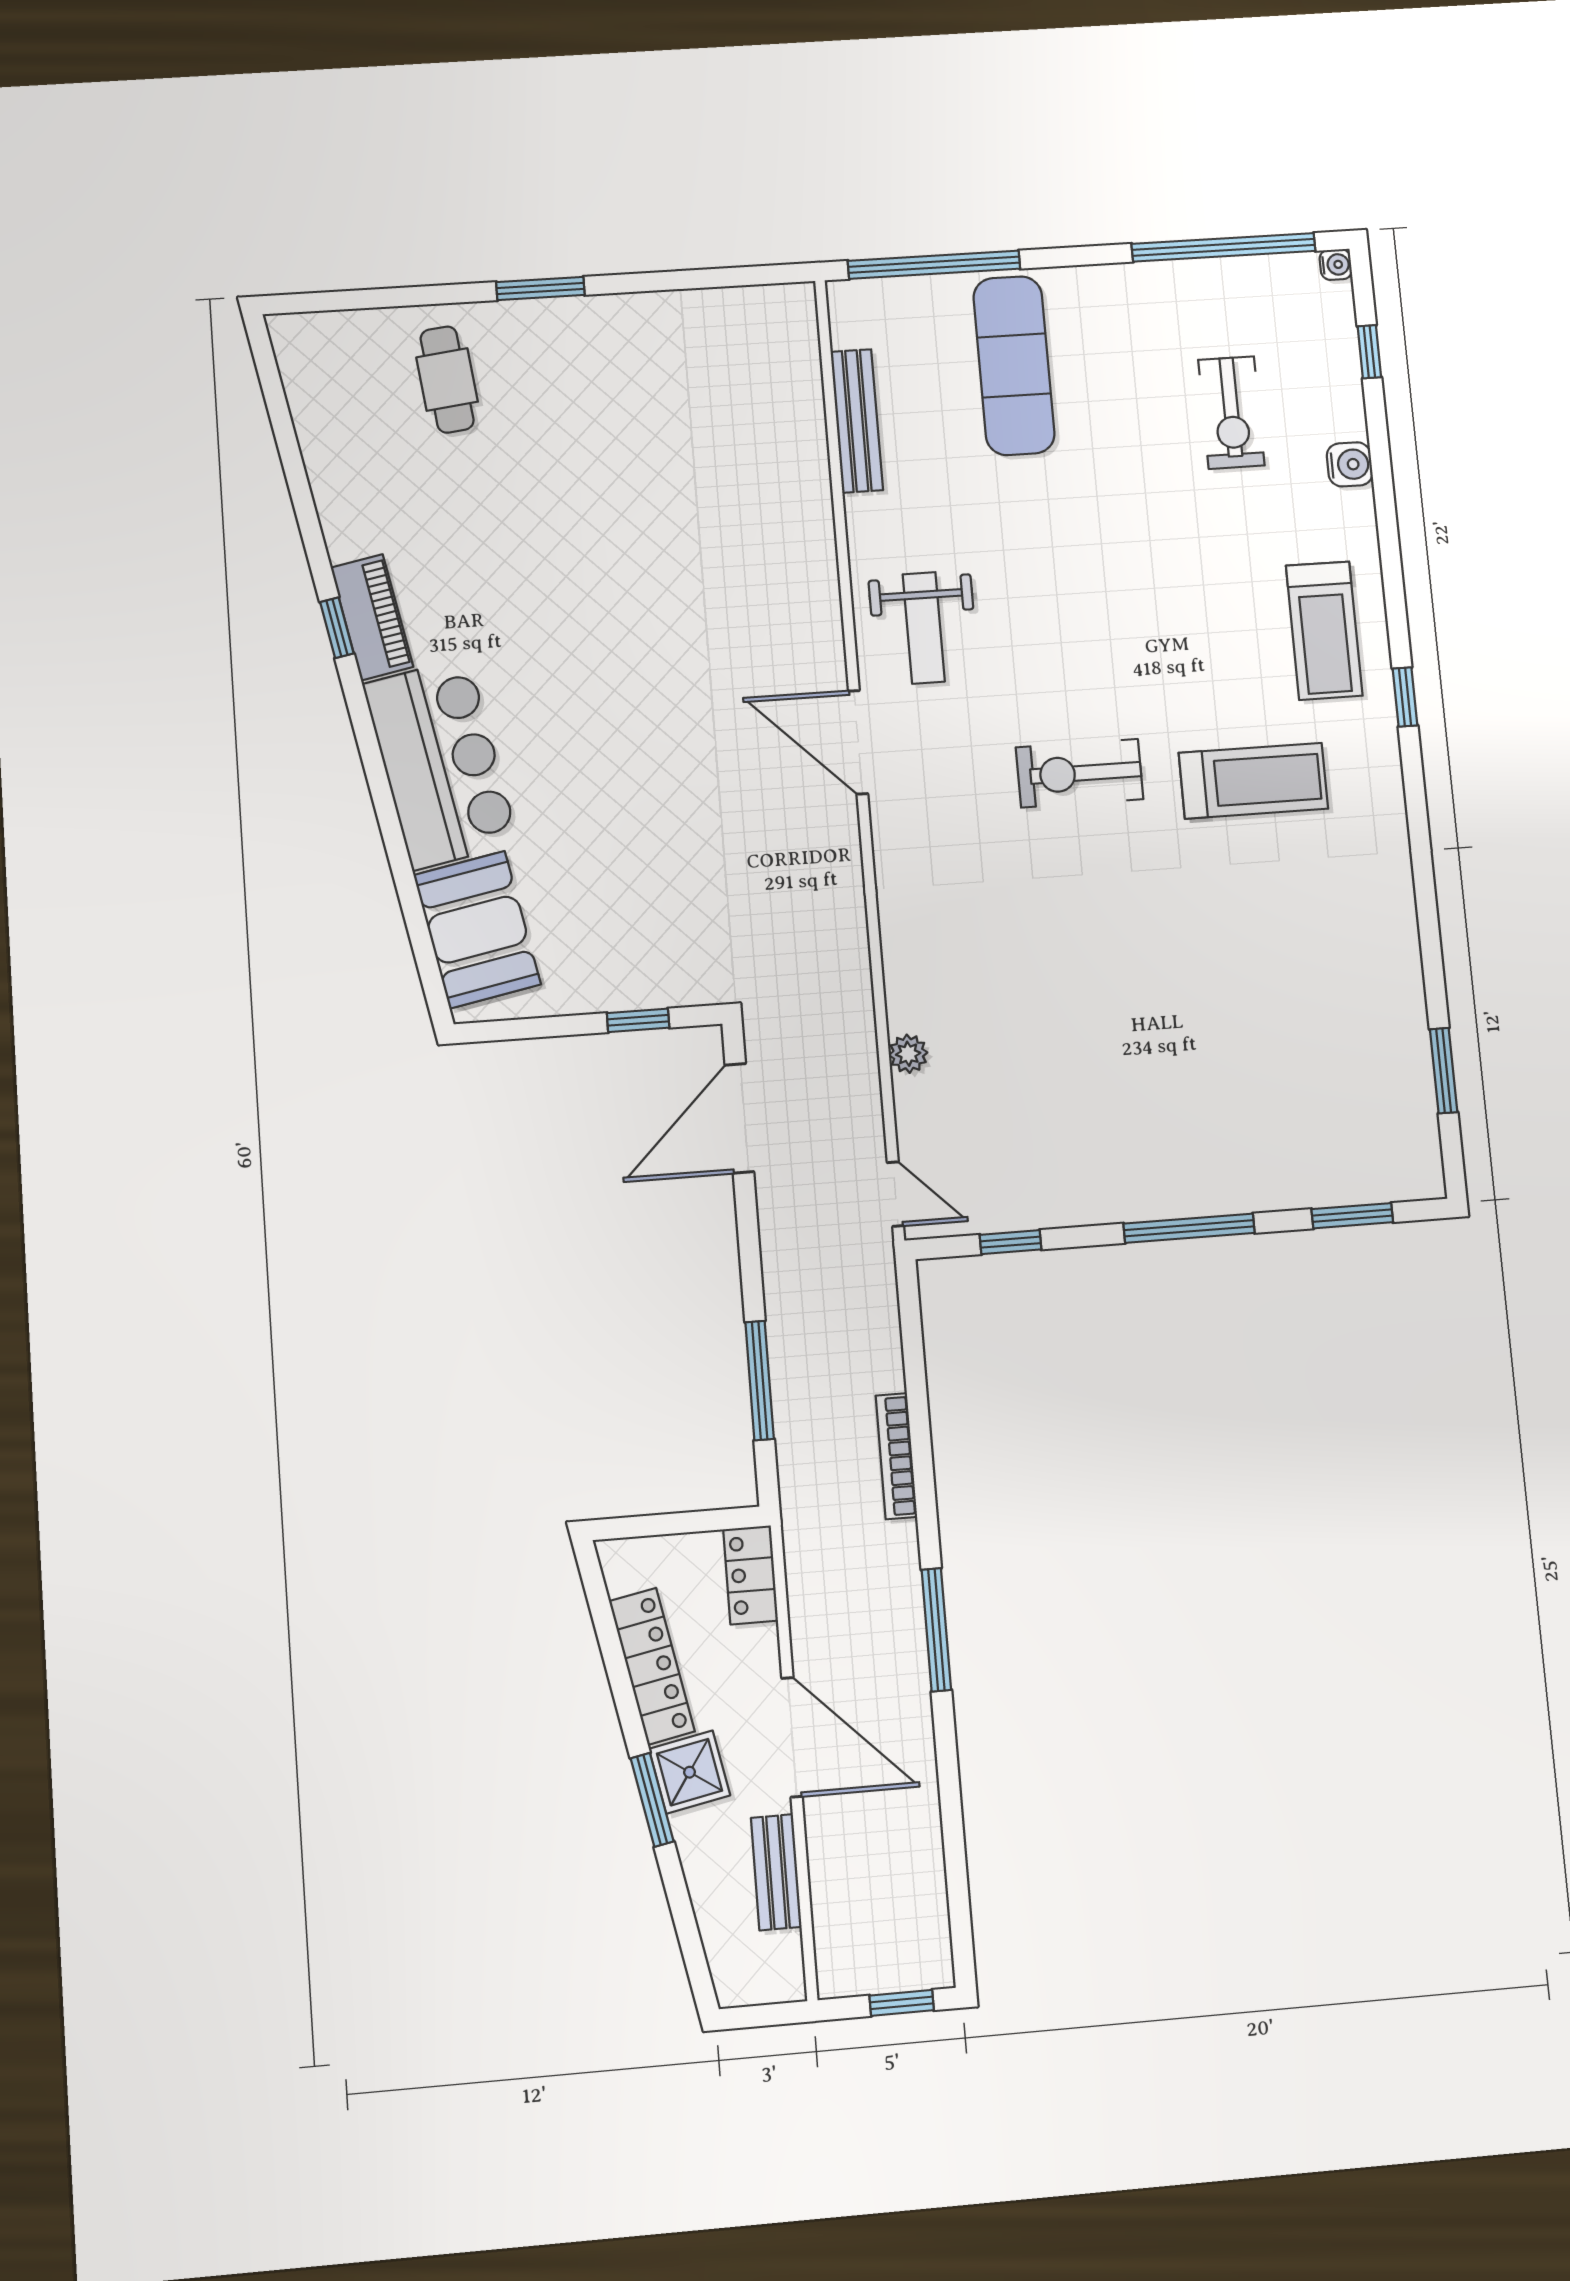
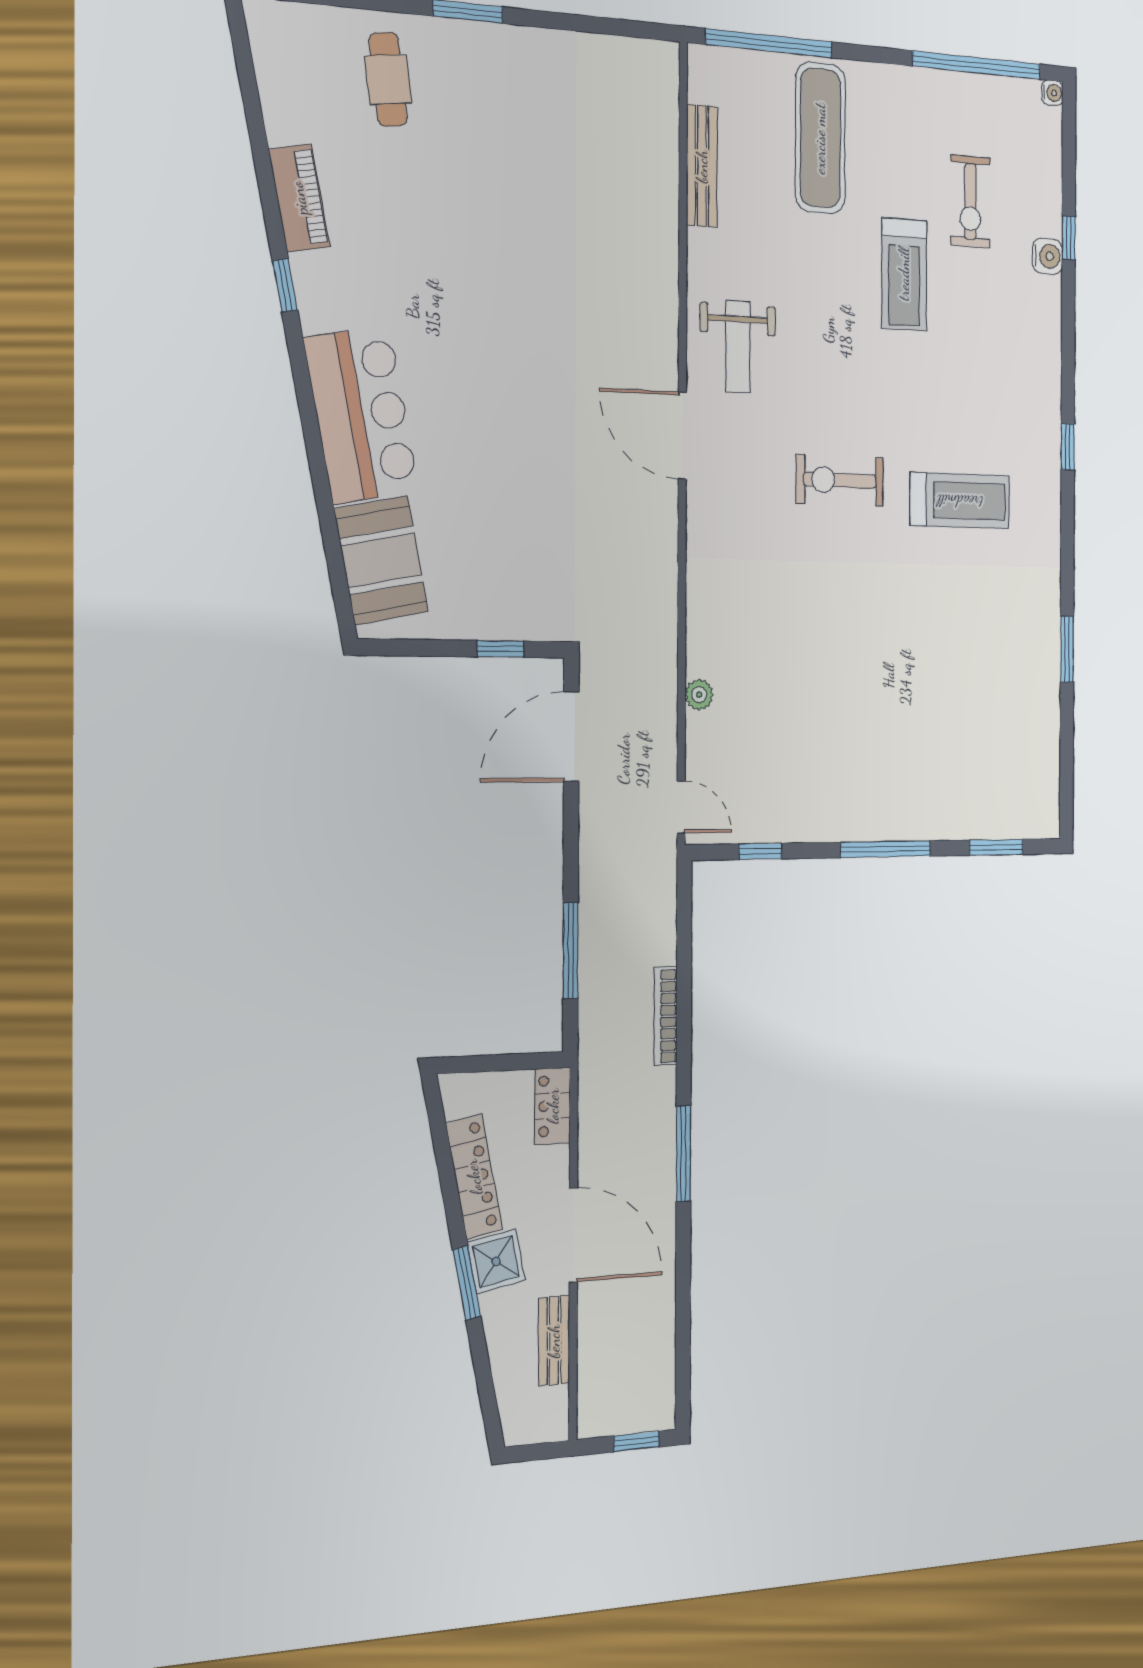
window: (1369, 352) -> (1069, 238), moved
piano: (372, 617) -> (299, 198), moved
treadmill: (1324, 631) -> (904, 274), moved
window: (1444, 1071) -> (1067, 649), moved

